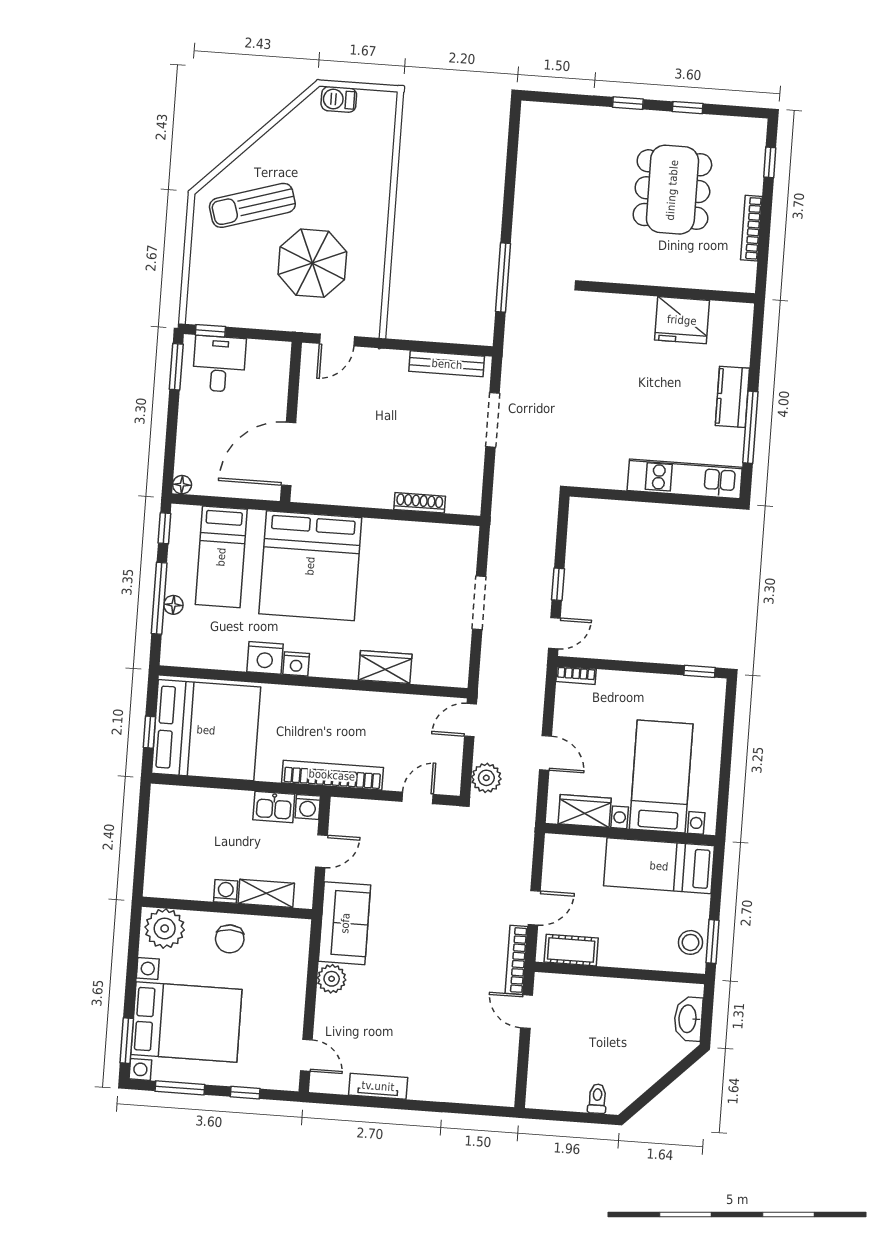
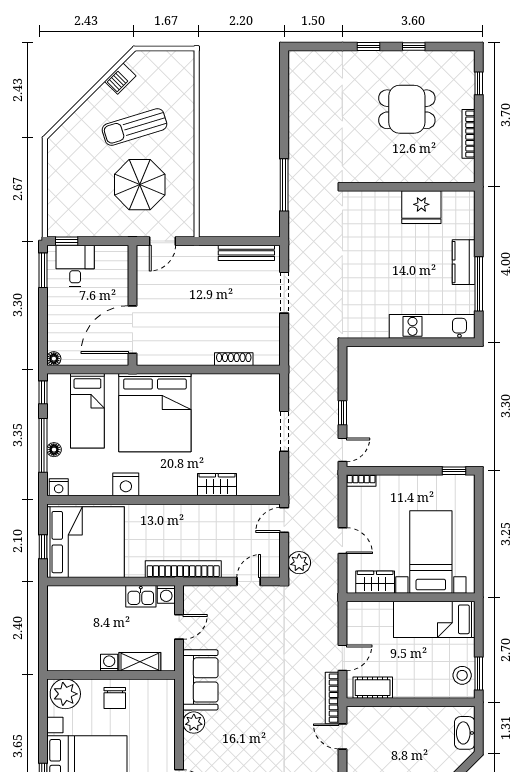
barbecue: (339, 99) -> (120, 79), moved, turned -45
dining table: (672, 190) -> (407, 109), width x0.73
sun lounger: (252, 205) -> (135, 127), moved
nightstand: (296, 664) -> (59, 487), moved

